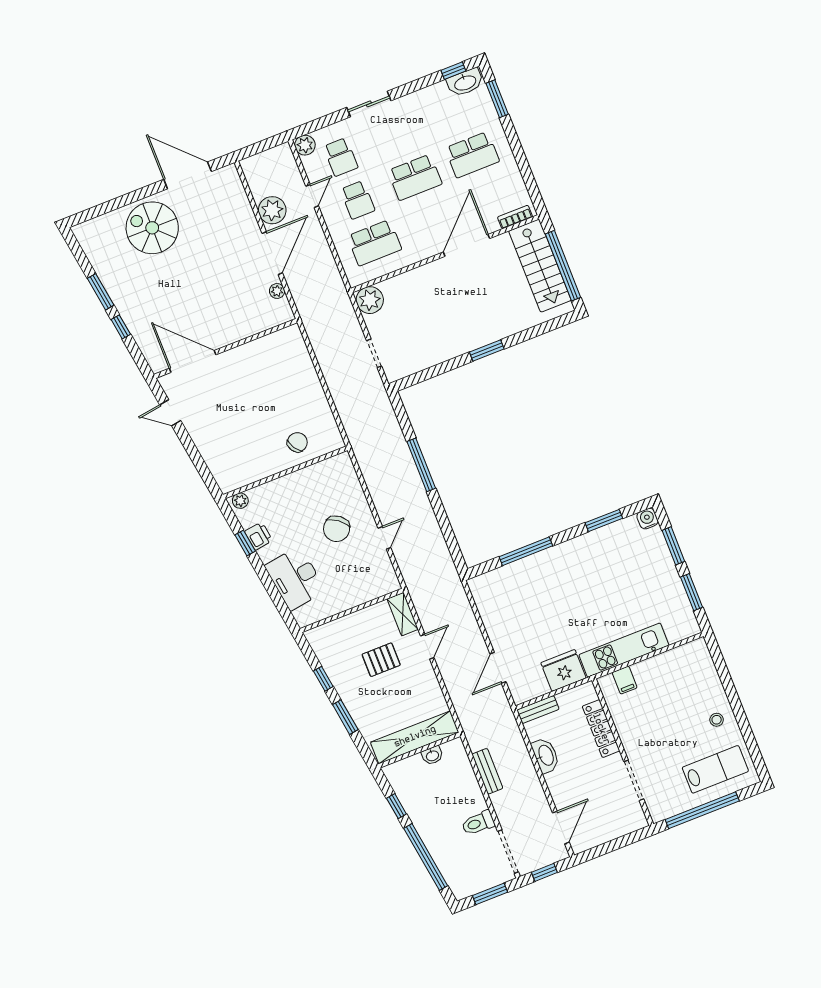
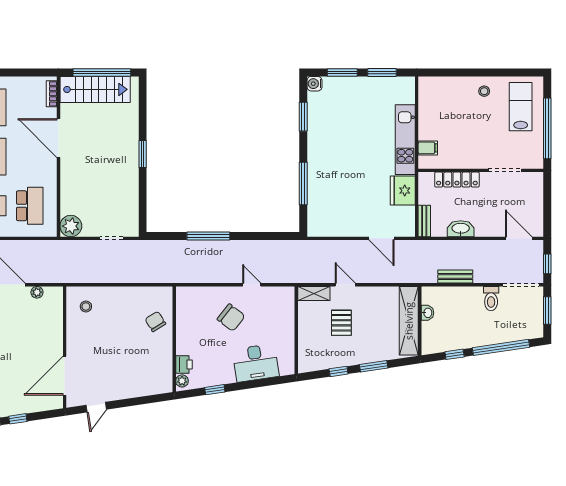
stool: (283, 355) -> (86, 307), added
printer: (258, 536) -> (184, 365), moved, turned 98

